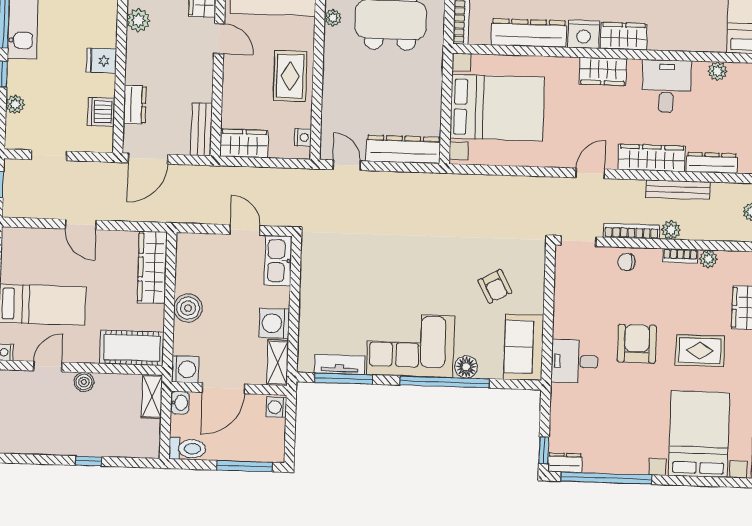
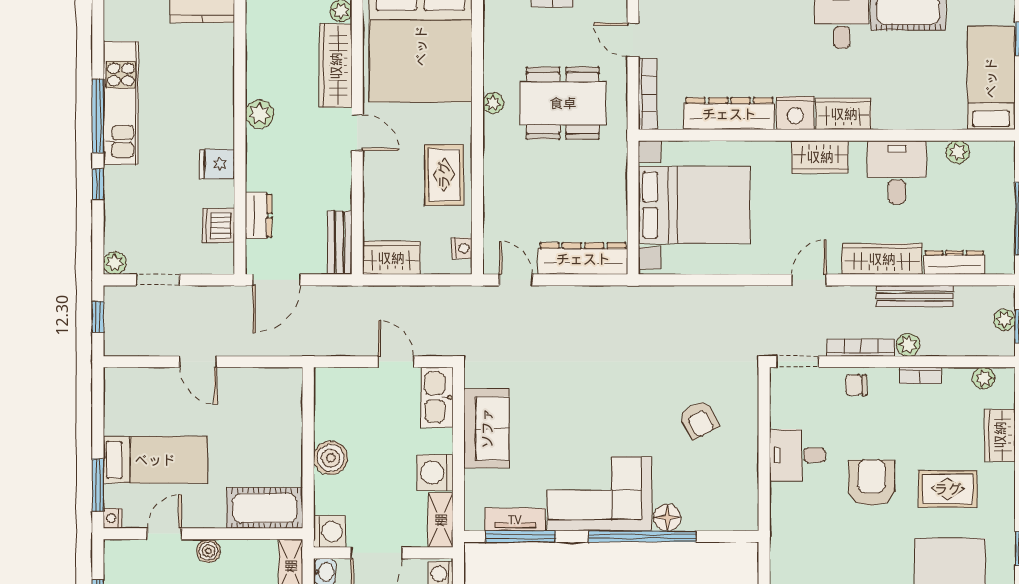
plant: (15, 104) -> (115, 263), moved
plant: (708, 259) -> (984, 378), moved
wardrobe: (152, 267) -> (286, 410), removed
sofa: (524, 347) -> (487, 428), moved, turned 180
desk: (575, 361) -> (797, 455), moved

